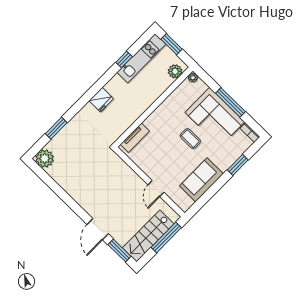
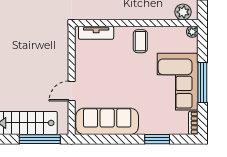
coffee table: (190, 139) -> (140, 41), moved
sofa: (201, 180) -> (107, 121), width x1.36

